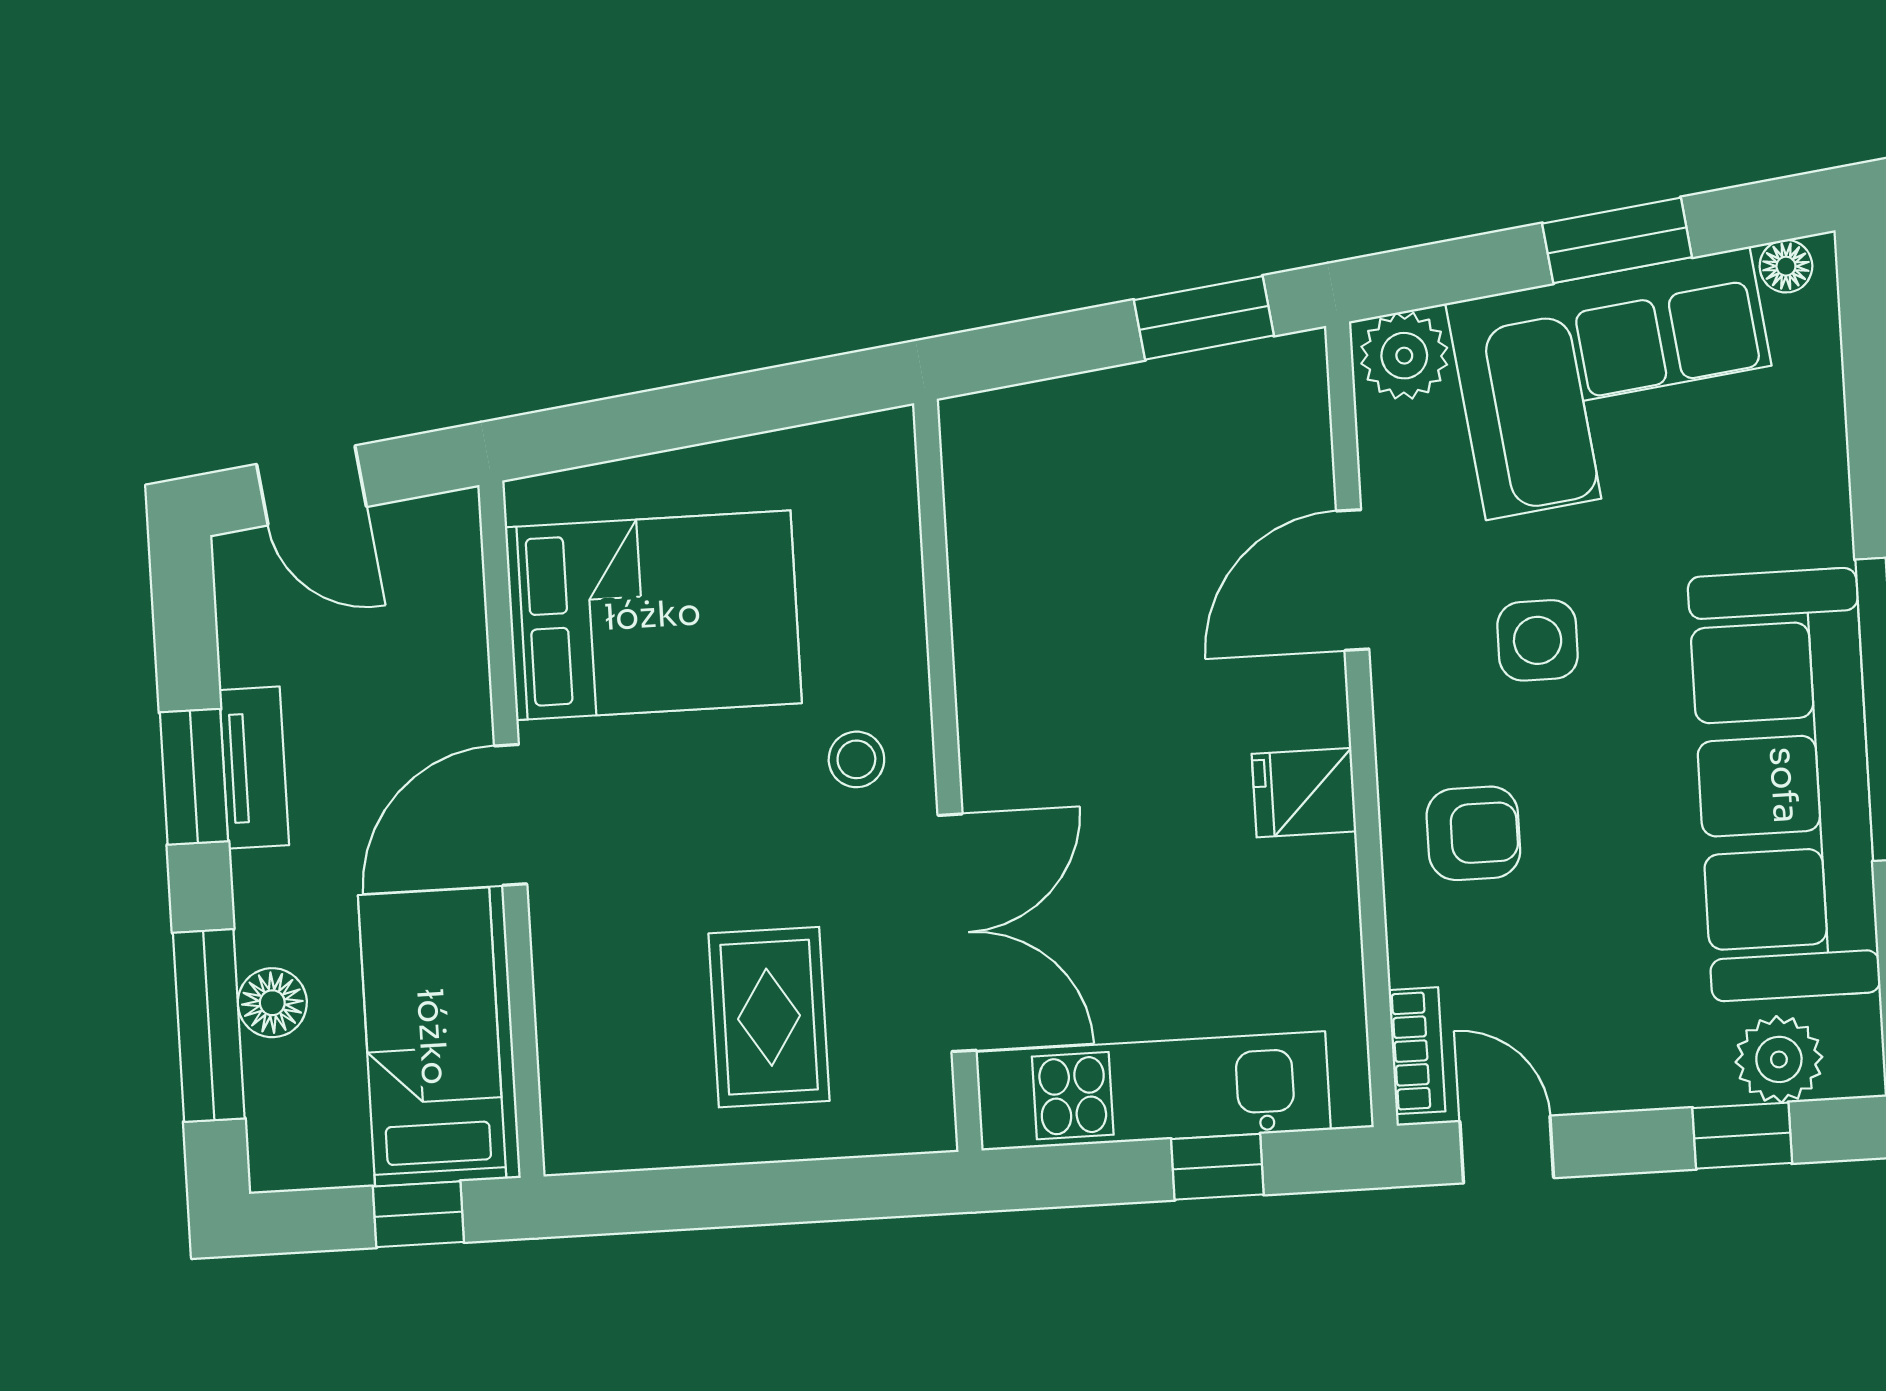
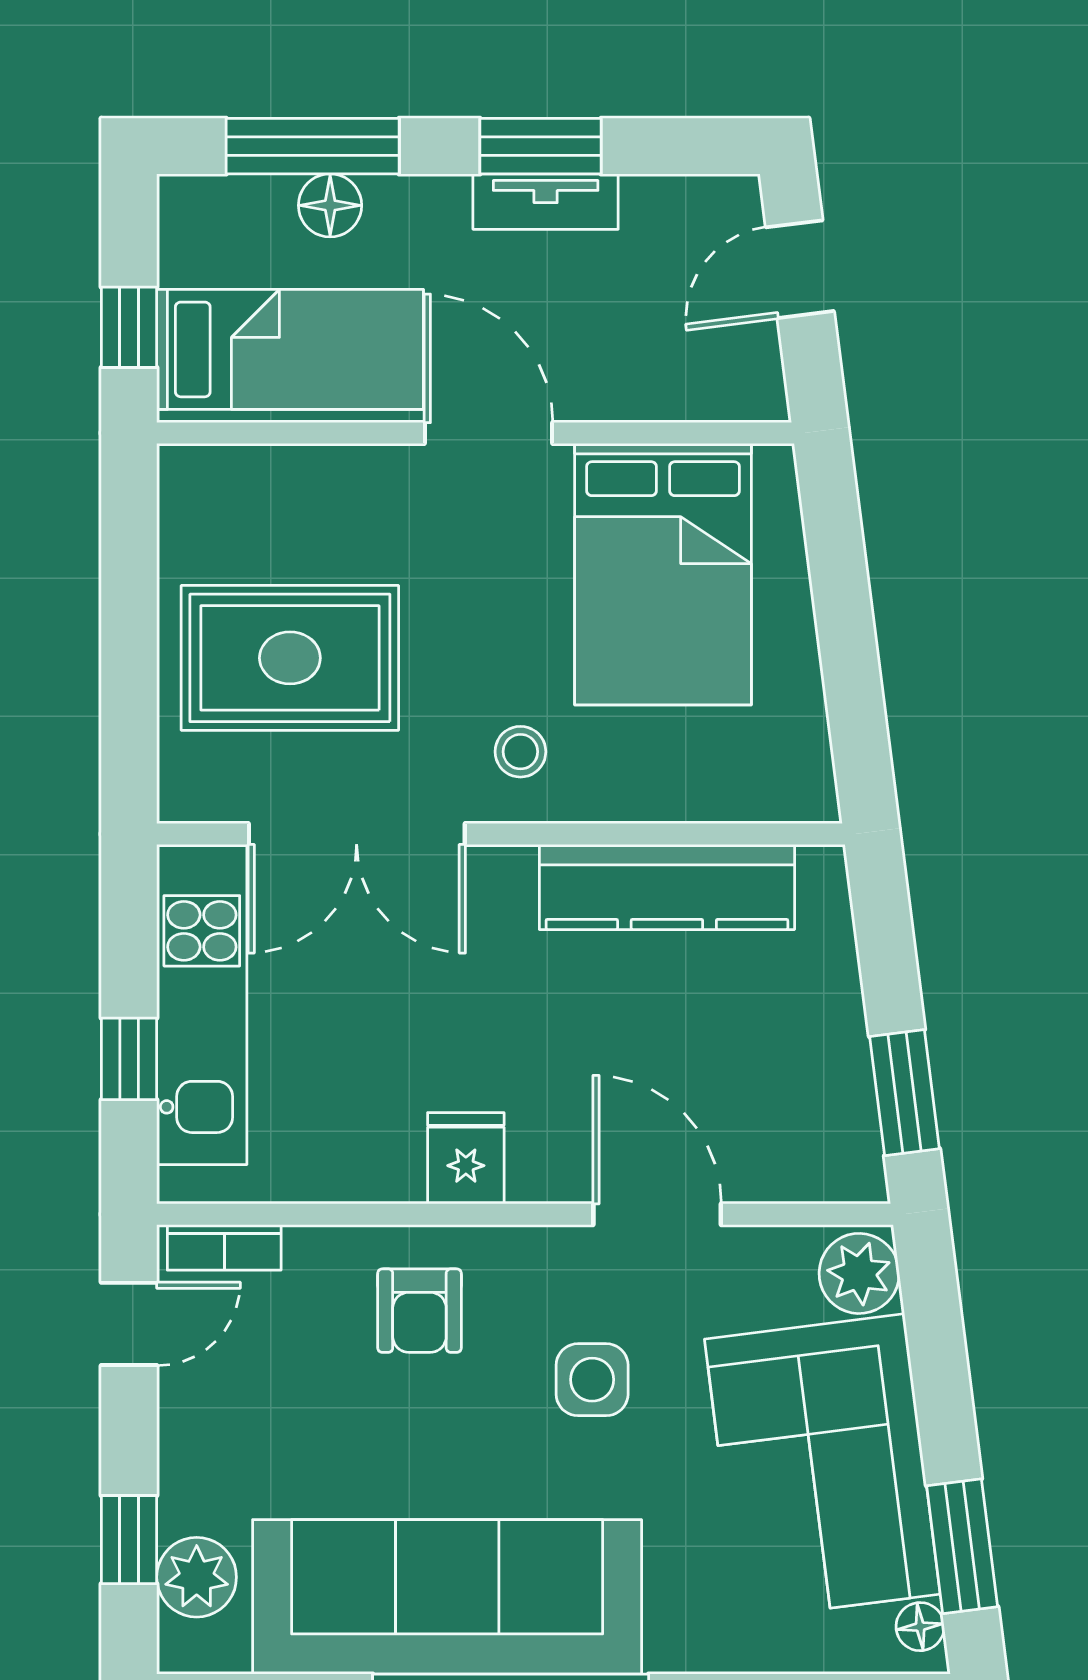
window: (1617, 240) -> (962, 1546), moved
kitchen counter: (995, 591) -> (667, 887), added
rug: (769, 1017) -> (290, 658), width x1.36, depth x1.43

